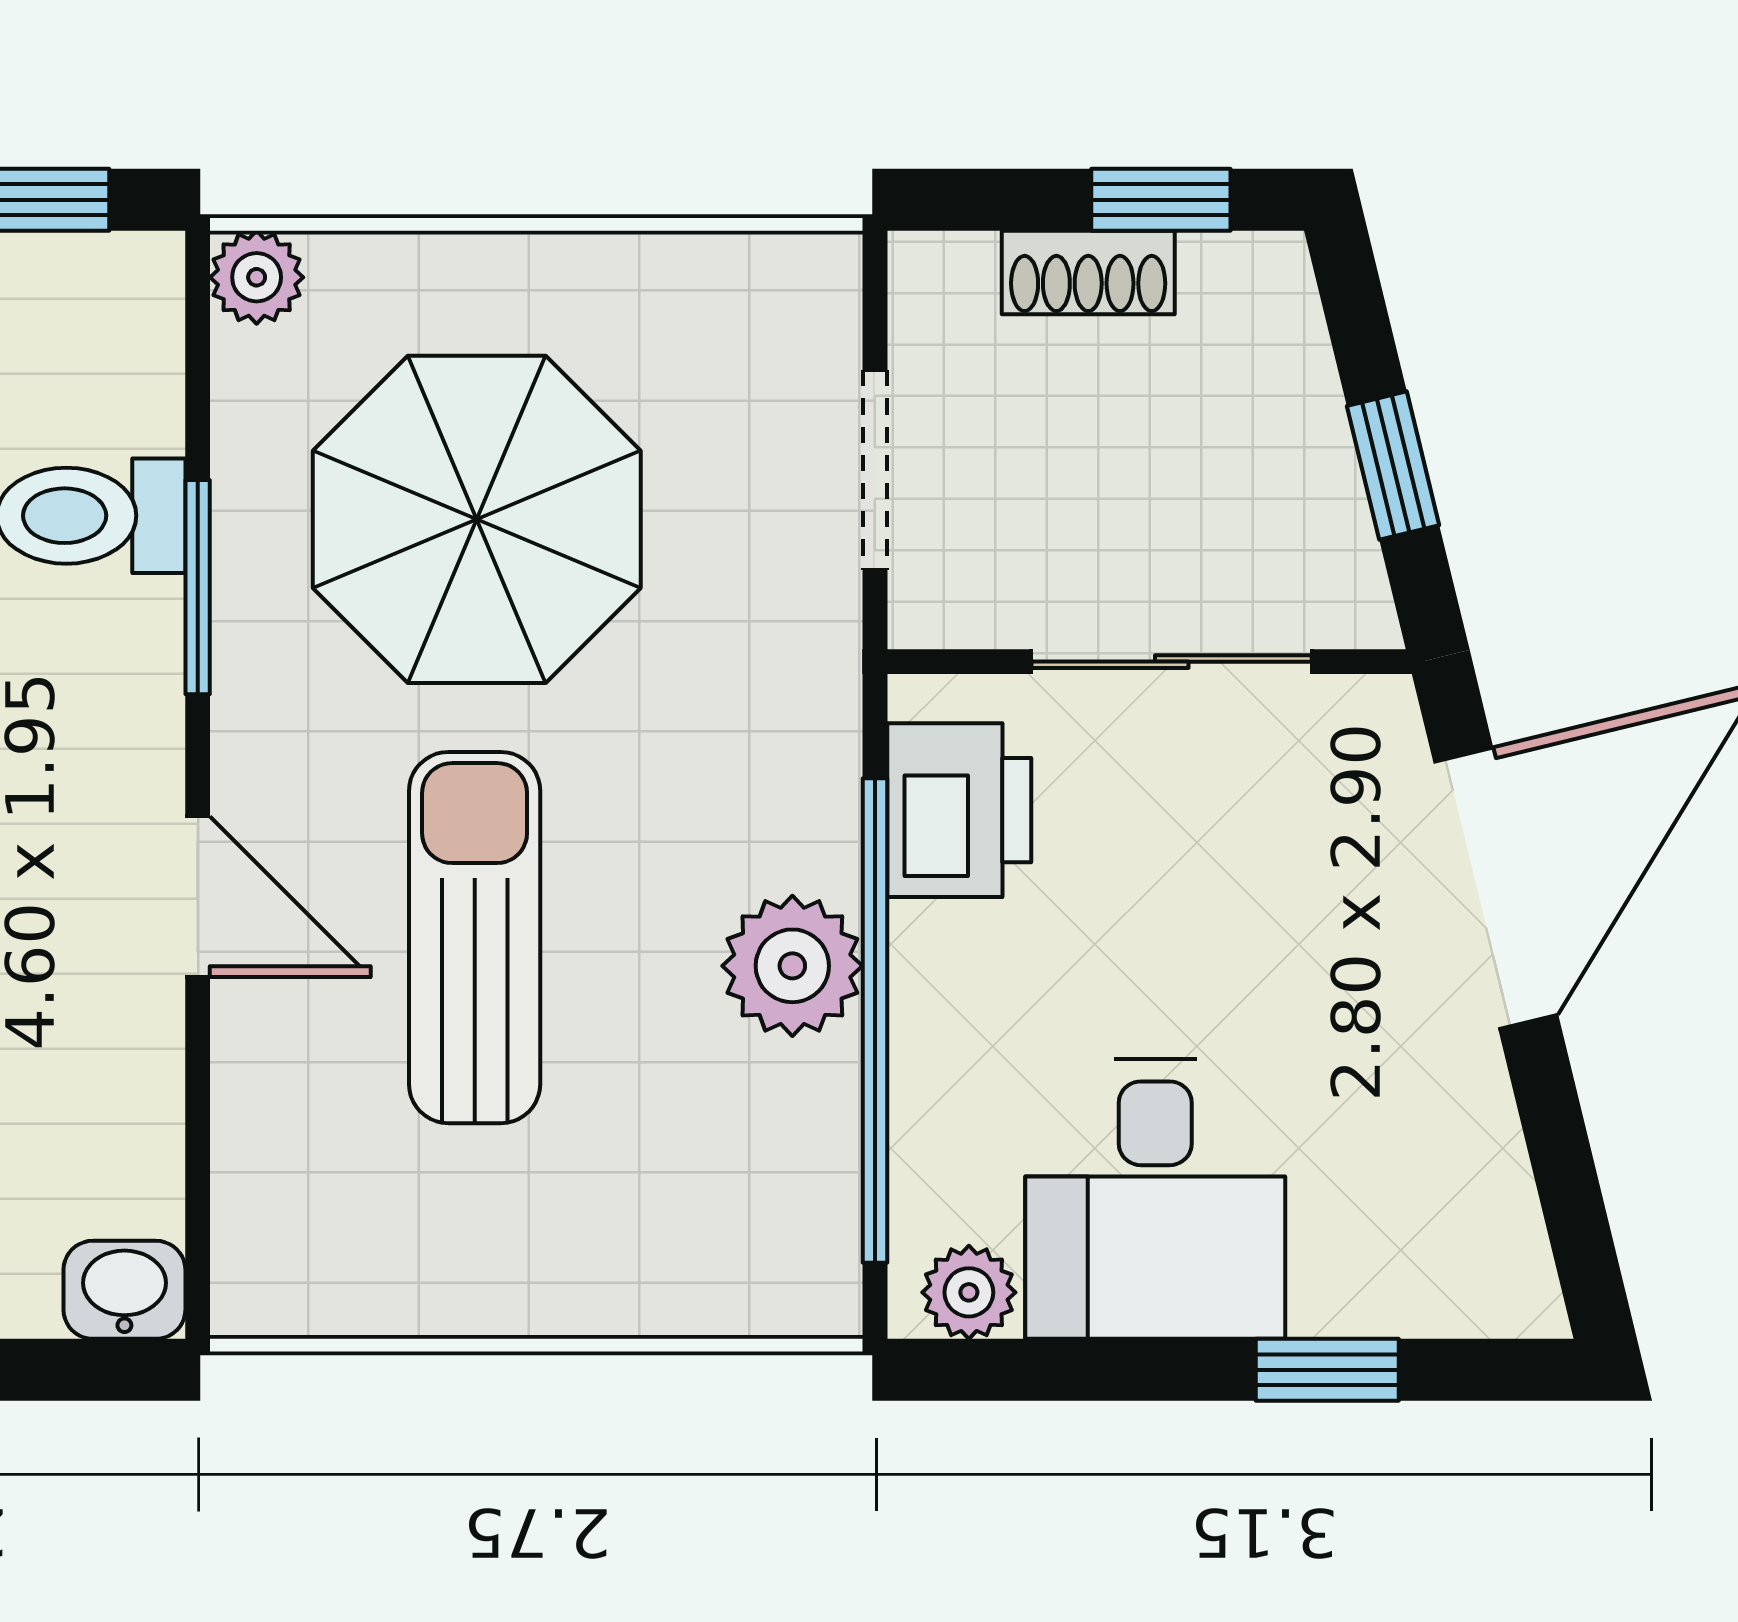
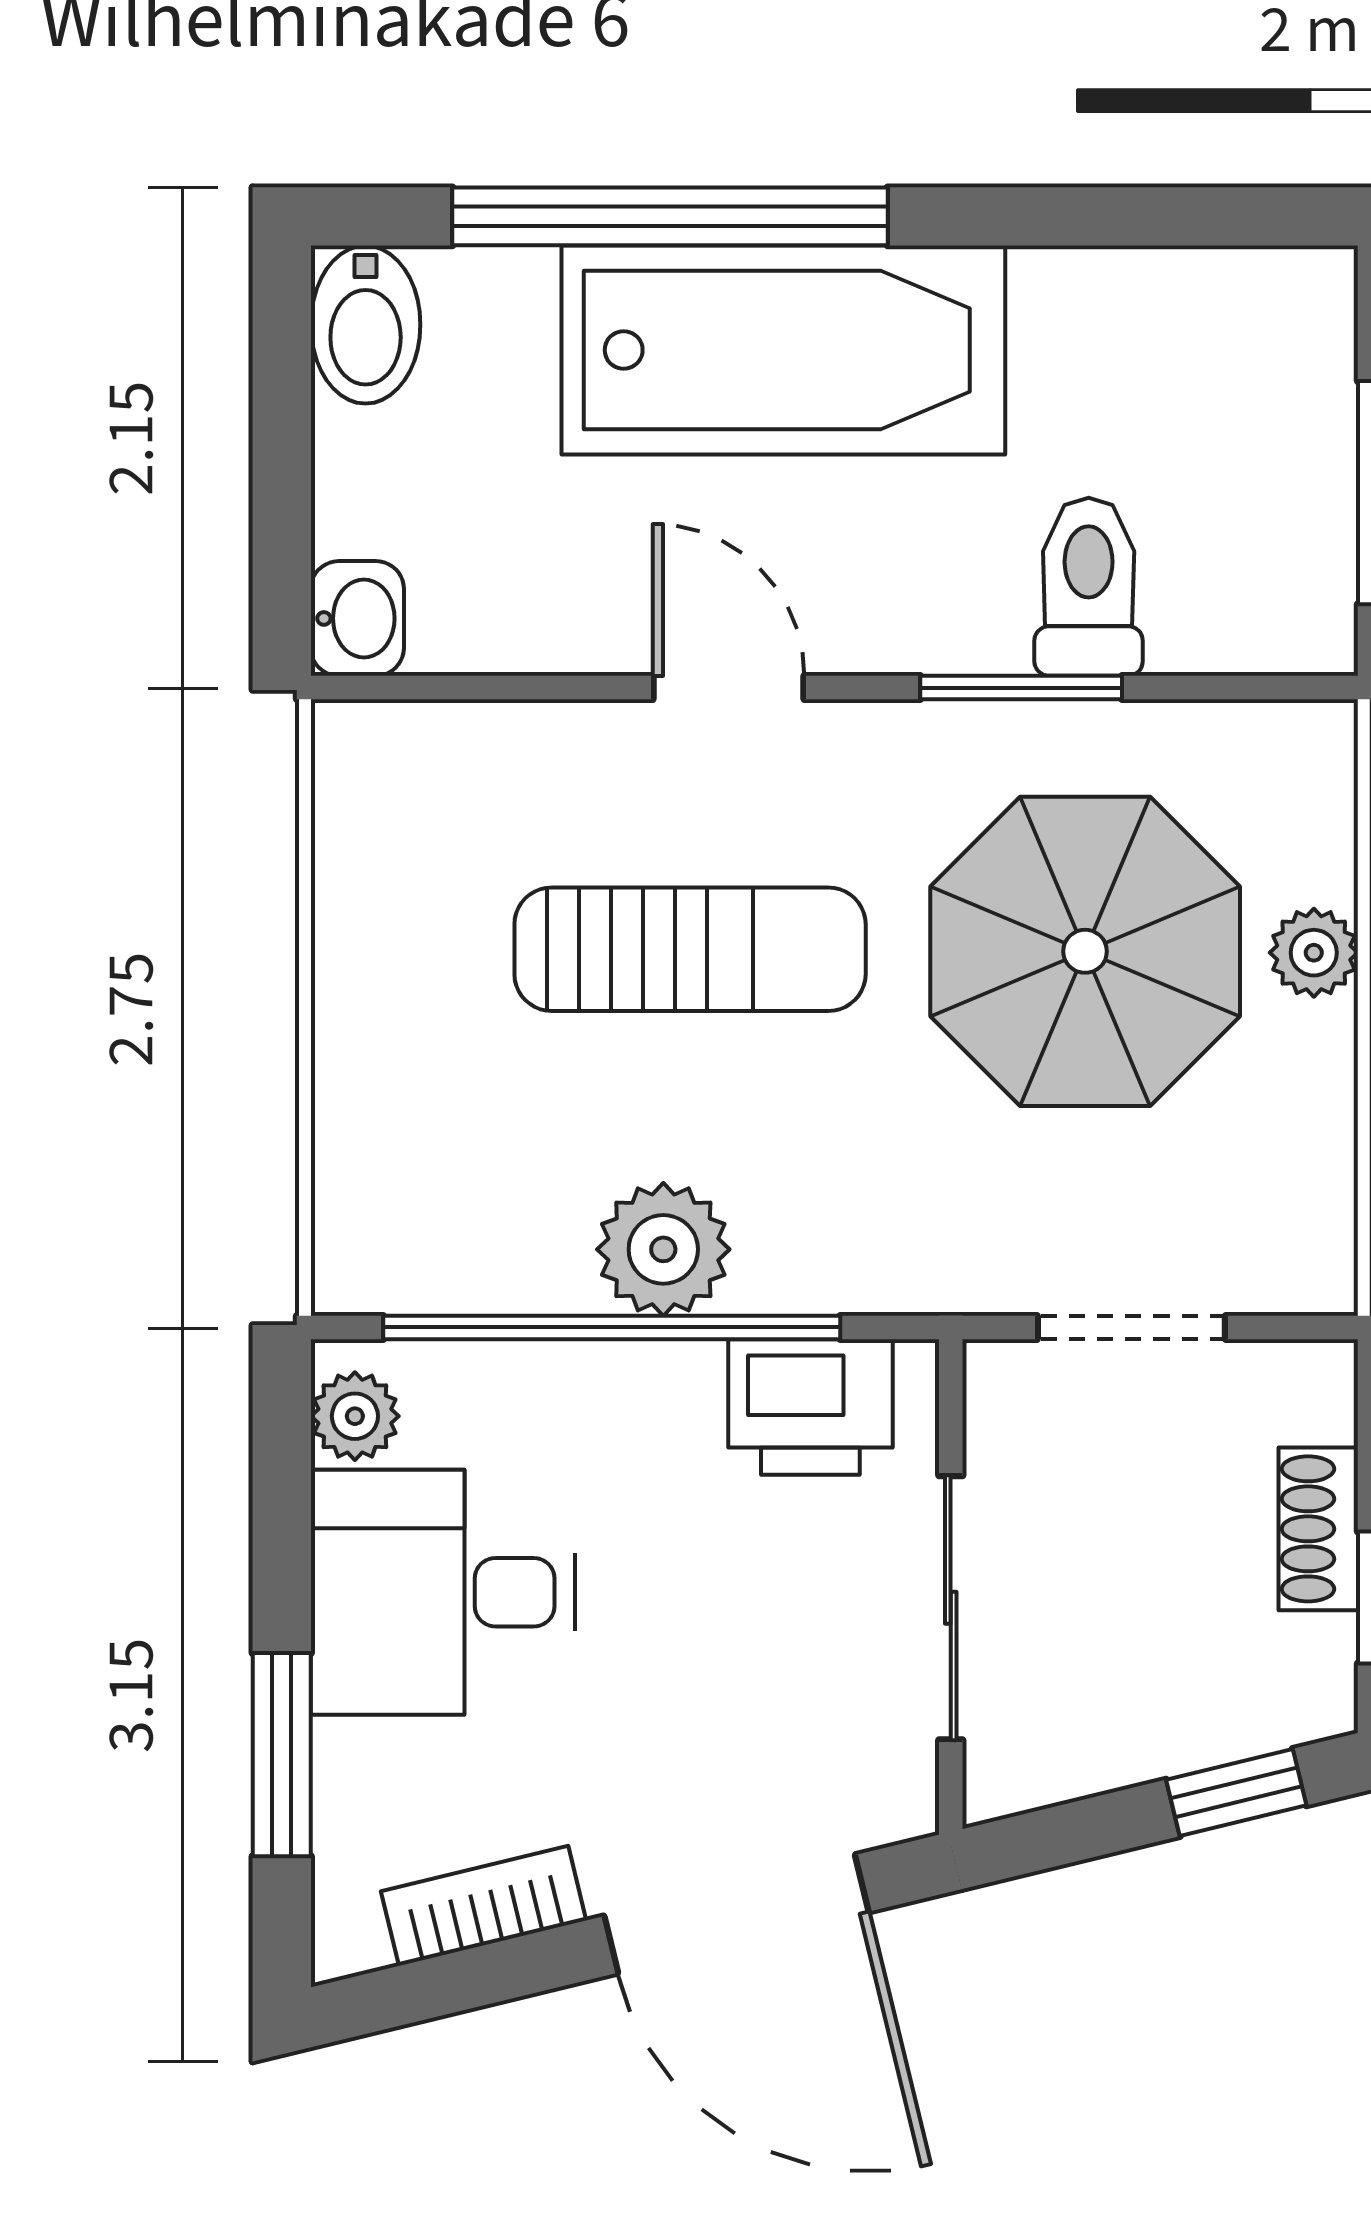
plant: (257, 277) -> (1314, 953), moved
window: (1393, 466) -> (1236, 1792), moved
door: (198, 897) -> (729, 688), swing flipped
bookcase: (1487, 1156) -> (484, 1906), added
window: (1327, 1370) -> (282, 1755), width x1.50

